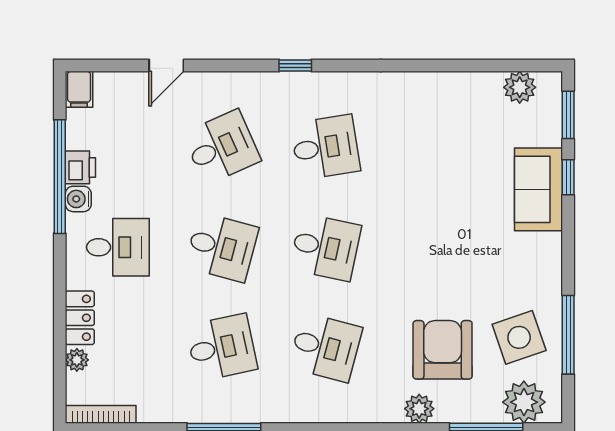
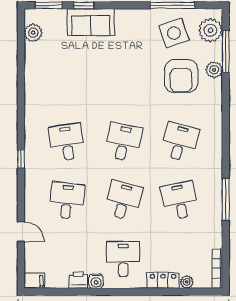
desk: (222, 147) -> (67, 200), turned 30
window: (60, 177) -> (83, 292), removed
armchair: (443, 350) -> (181, 76), turned -90
plant: (419, 409) -> (214, 70), moved

